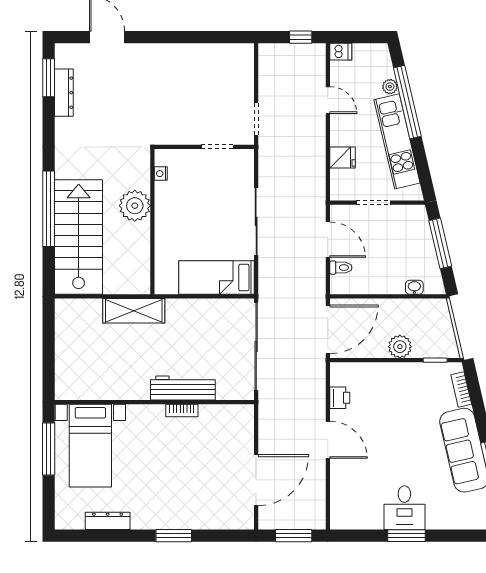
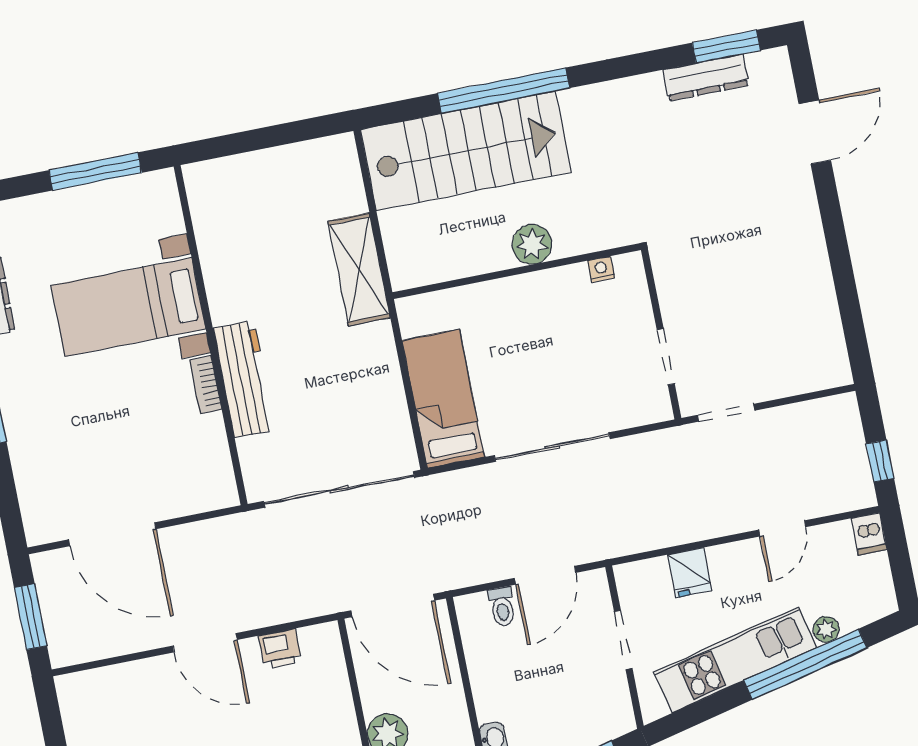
plant: (135, 206) -> (532, 244), width x0.73, depth x0.73
door: (328, 440) -> (205, 643), hinge flipped
bed with nightstands: (90, 446) -> (128, 307), moved

